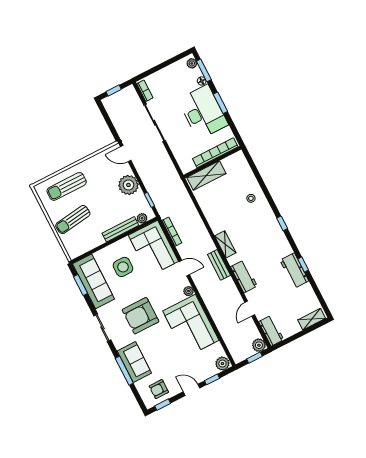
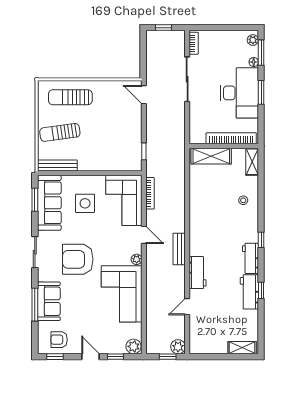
plant: (128, 185) -> (131, 127), removed
plant: (142, 218) -> (128, 166), removed
bench: (120, 229) -> (57, 166), moved
shelving: (225, 244) -> (252, 162), moved
workbench: (271, 331) -> (250, 258), moved, turned 180

